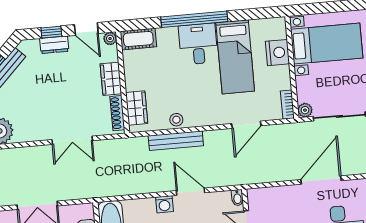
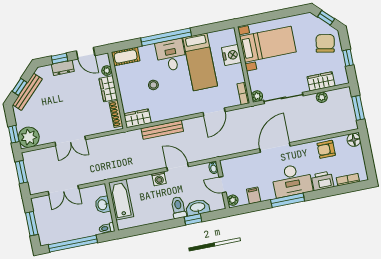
plant: (110, 39) -> (107, 71), moved
wardrobe: (137, 108) -> (137, 118), moved, turned -90
stool: (176, 120) -> (153, 85), moved
double door: (72, 140) -> (70, 141), moved

